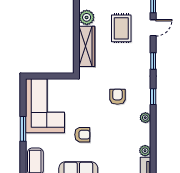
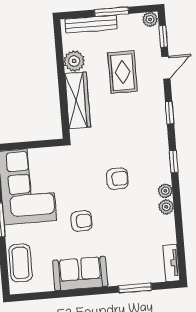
armchair: (117, 97) -> (117, 179), moved, turned 90
plant: (145, 151) -> (166, 207), moved

